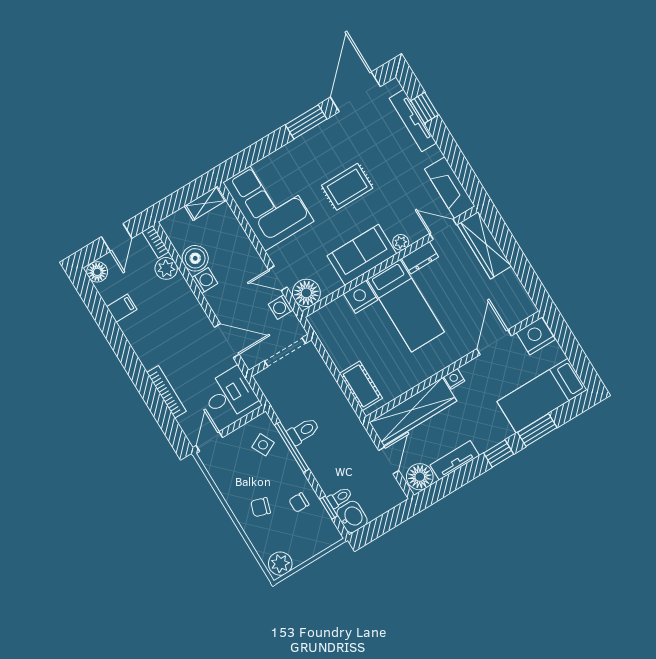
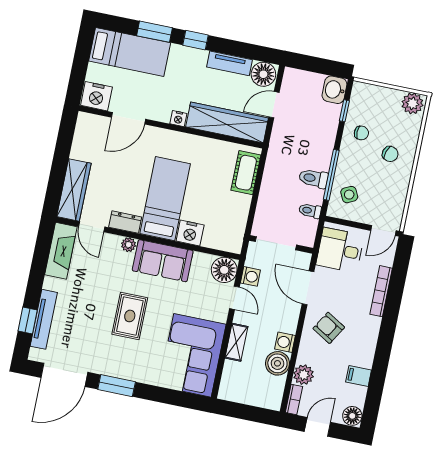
rug: (347, 187) -> (130, 316), turned 90
shelving: (205, 203) -> (236, 342), moved, turned 90
armchair: (181, 324) -> (329, 328), added
toilet: (340, 497) -> (310, 211), moved

